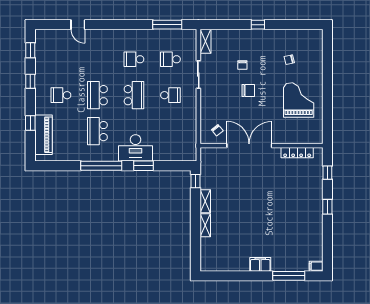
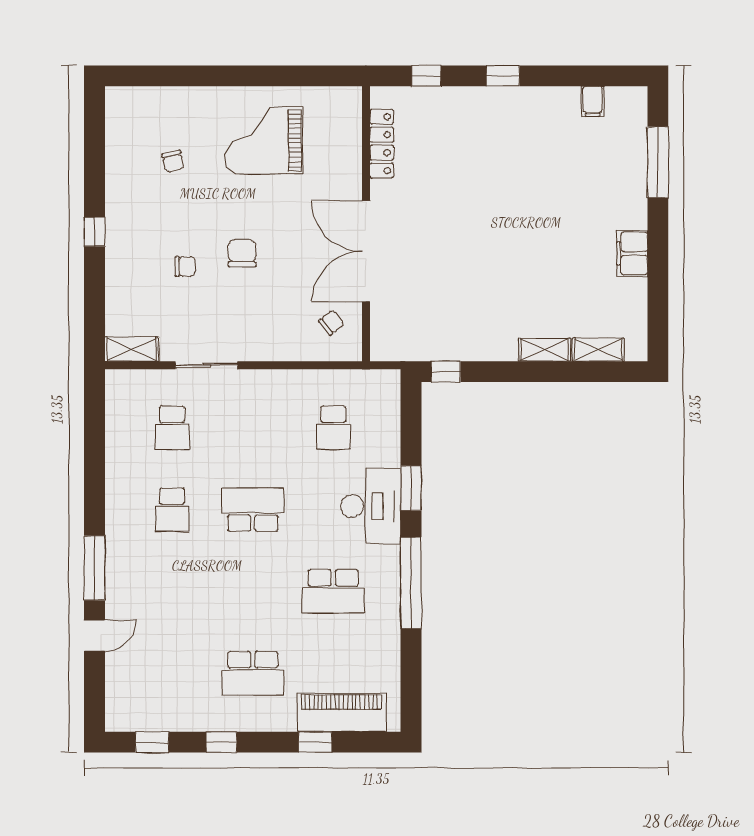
window: (167, 25) -> (95, 568), moved
school desk: (61, 95) -> (253, 673), width x1.85
school desk: (97, 95) -> (253, 591), removed
school desk: (170, 95) -> (333, 428), moved, turned 180
shelving: (205, 201) -> (598, 350), moved
filing cabinet: (260, 264) -> (632, 253), moved
filing cabinet: (316, 266) -> (593, 101), moved

